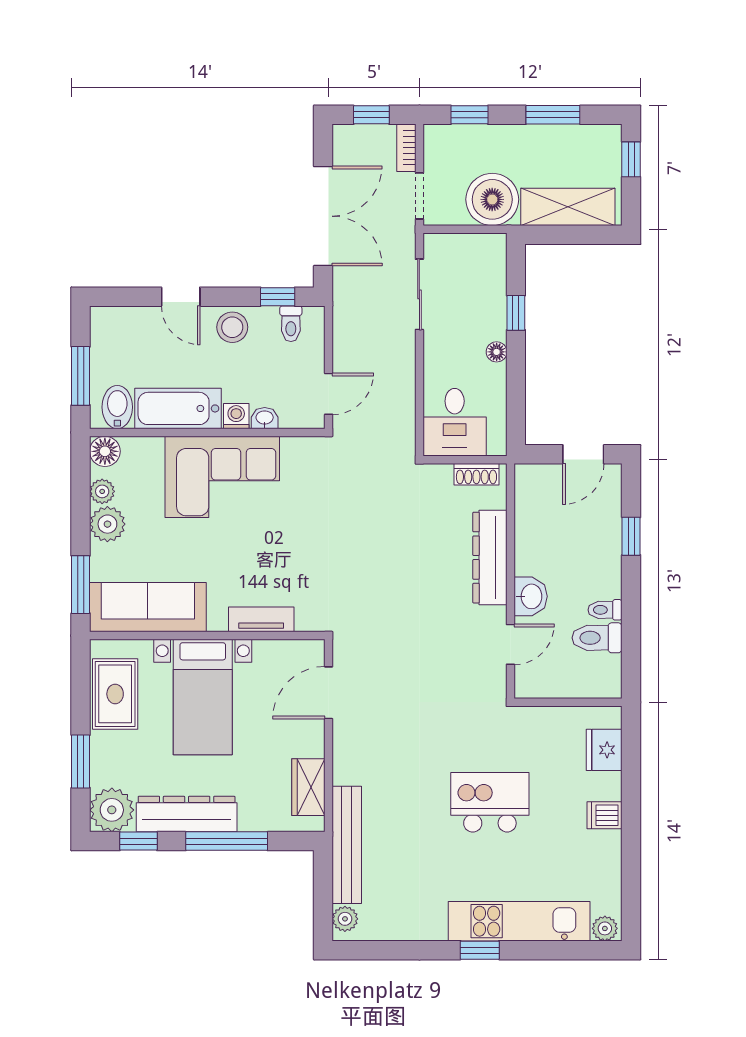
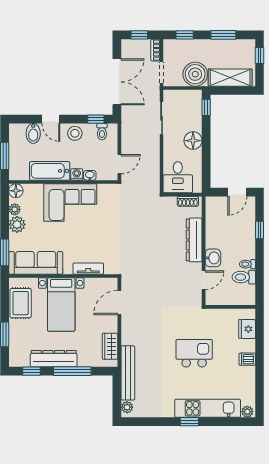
window: (516, 313) -> (206, 107), moved
floor lamp: (497, 352) -> (193, 141), width x1.89, depth x1.89
bidet: (117, 407) -> (33, 133), moved, turned 180
plant: (112, 810) -> (19, 357), removed

